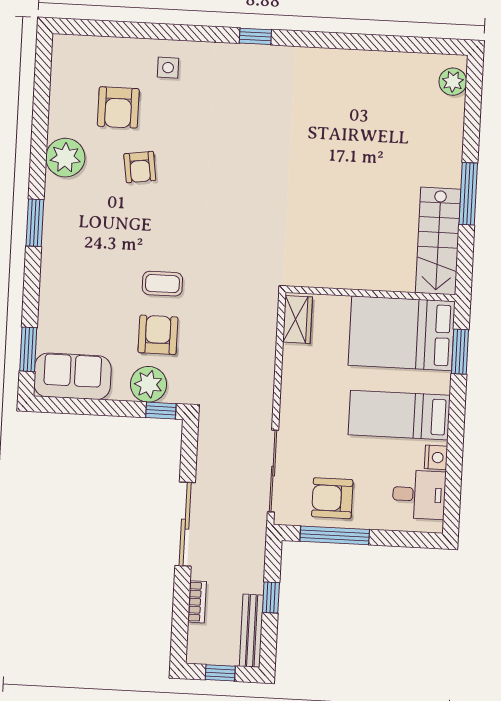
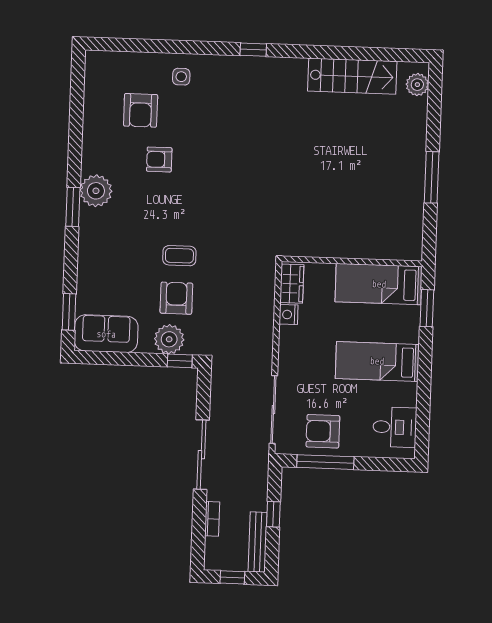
plant: (65, 158) -> (96, 191), moved
armchair: (140, 167) -> (159, 159), turned 98
stairs: (438, 241) -> (352, 76), moved, turned -90
bed: (402, 333) -> (379, 284), width x0.67
nightstand: (436, 457) -> (289, 315), moved, turned 180

